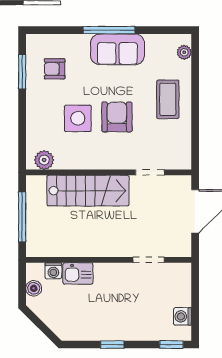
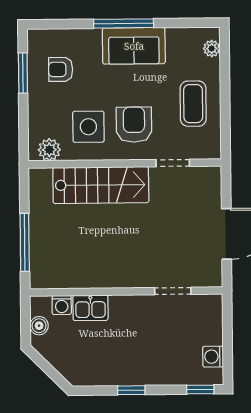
plant: (44, 160) -> (49, 150), moved
wall: (109, 172) -> (125, 163), moved
doorway: (150, 172) -> (173, 163), moved
stairs: (88, 191) -> (101, 185), moved

